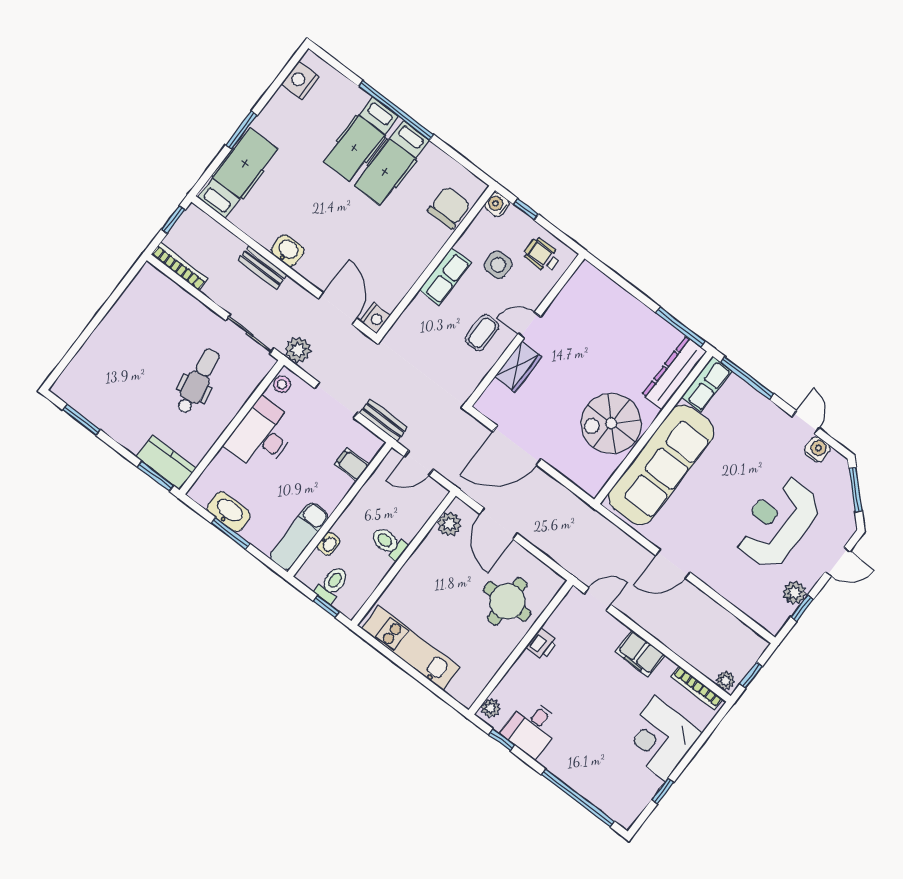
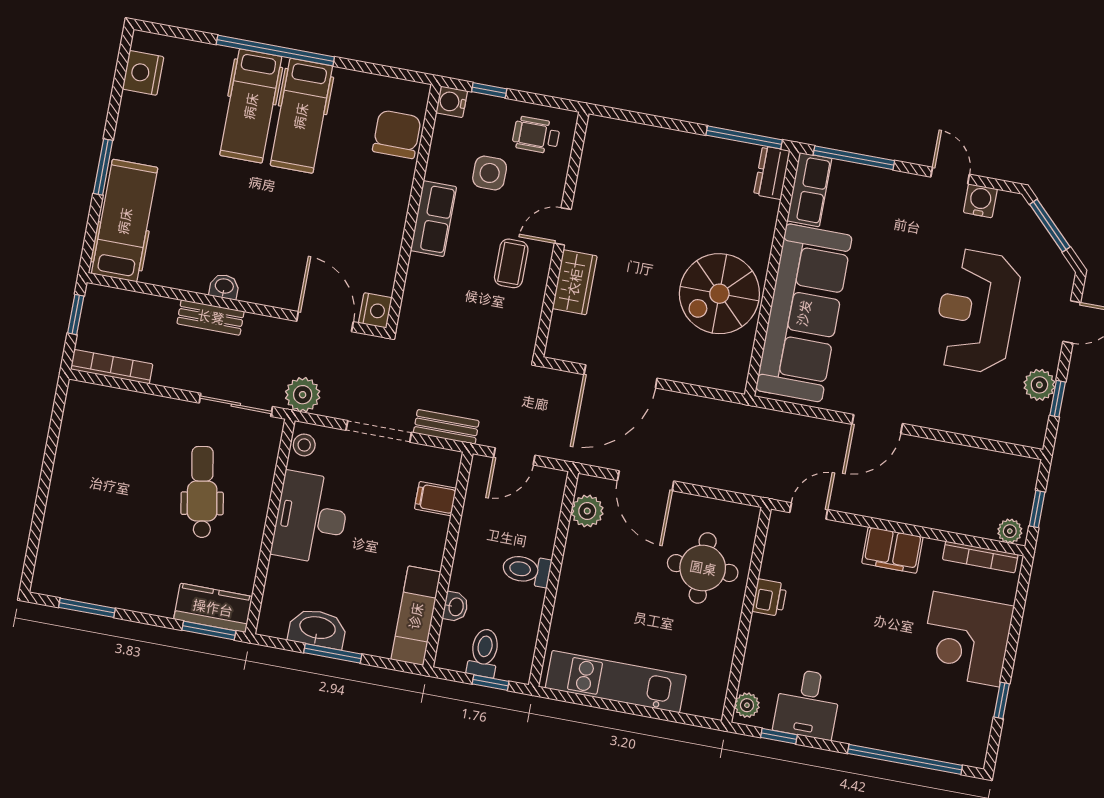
washbasin: (288, 251) -> (224, 287), width x0.72, depth x0.69
dresser: (674, 373) -> (772, 173), width x0.51, depth x0.80

